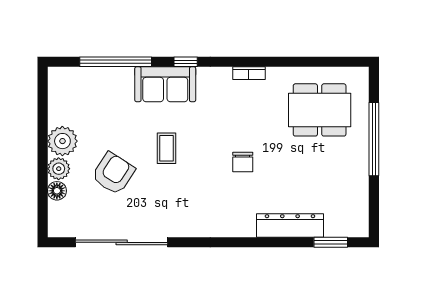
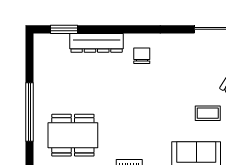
coffee table: (167, 148) -> (208, 113), moved, turned 90
chair: (243, 162) -> (142, 56), moved

